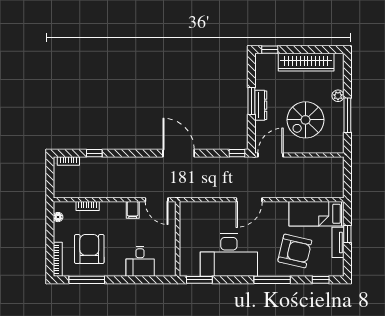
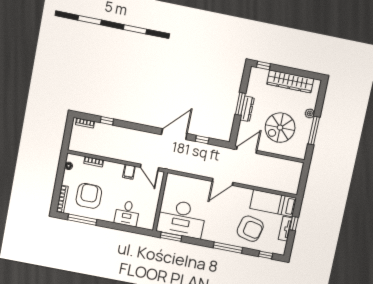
door: (179, 153) -> (174, 134), hinge flipped
window: (237, 153) -> (202, 140), moved
desk: (229, 255) -> (181, 219), moved

